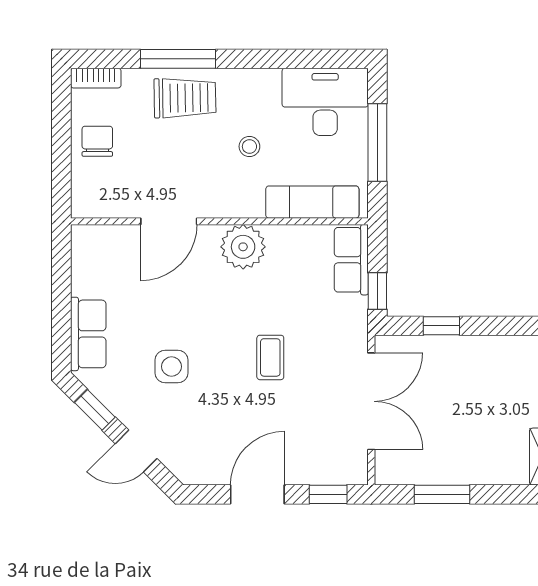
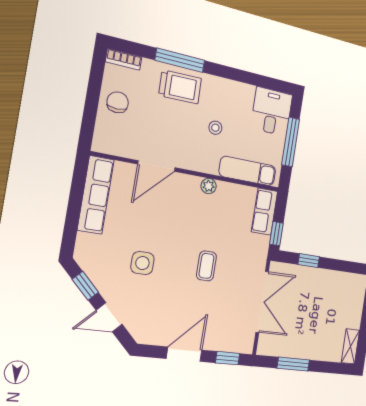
desk: (325, 102) -> (272, 112), width x0.73
plant: (243, 247) -> (209, 186), width x0.53, depth x0.53
row of seats: (88, 334) -> (96, 195), moved, width x1.48

